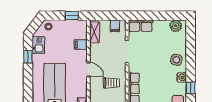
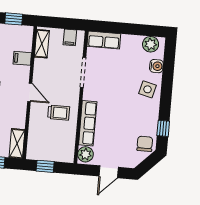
water cooler: (182, 78) -> (156, 66), moved

